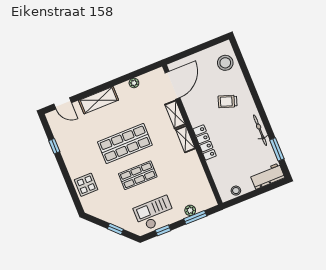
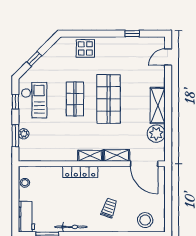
plant: (134, 83) -> (156, 134), width x1.88, depth x1.88
shelving: (99, 100) -> (158, 106), moved

